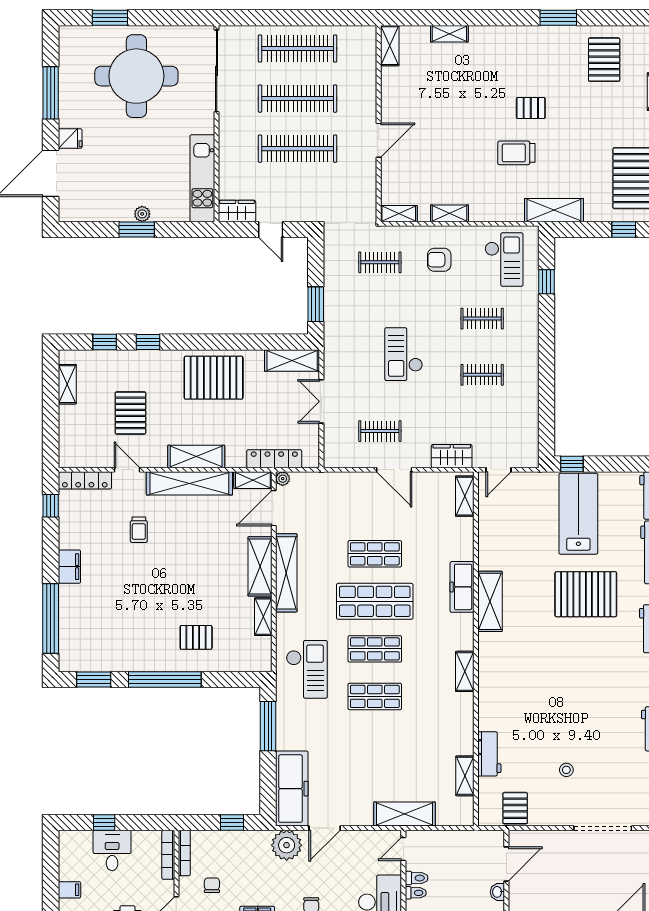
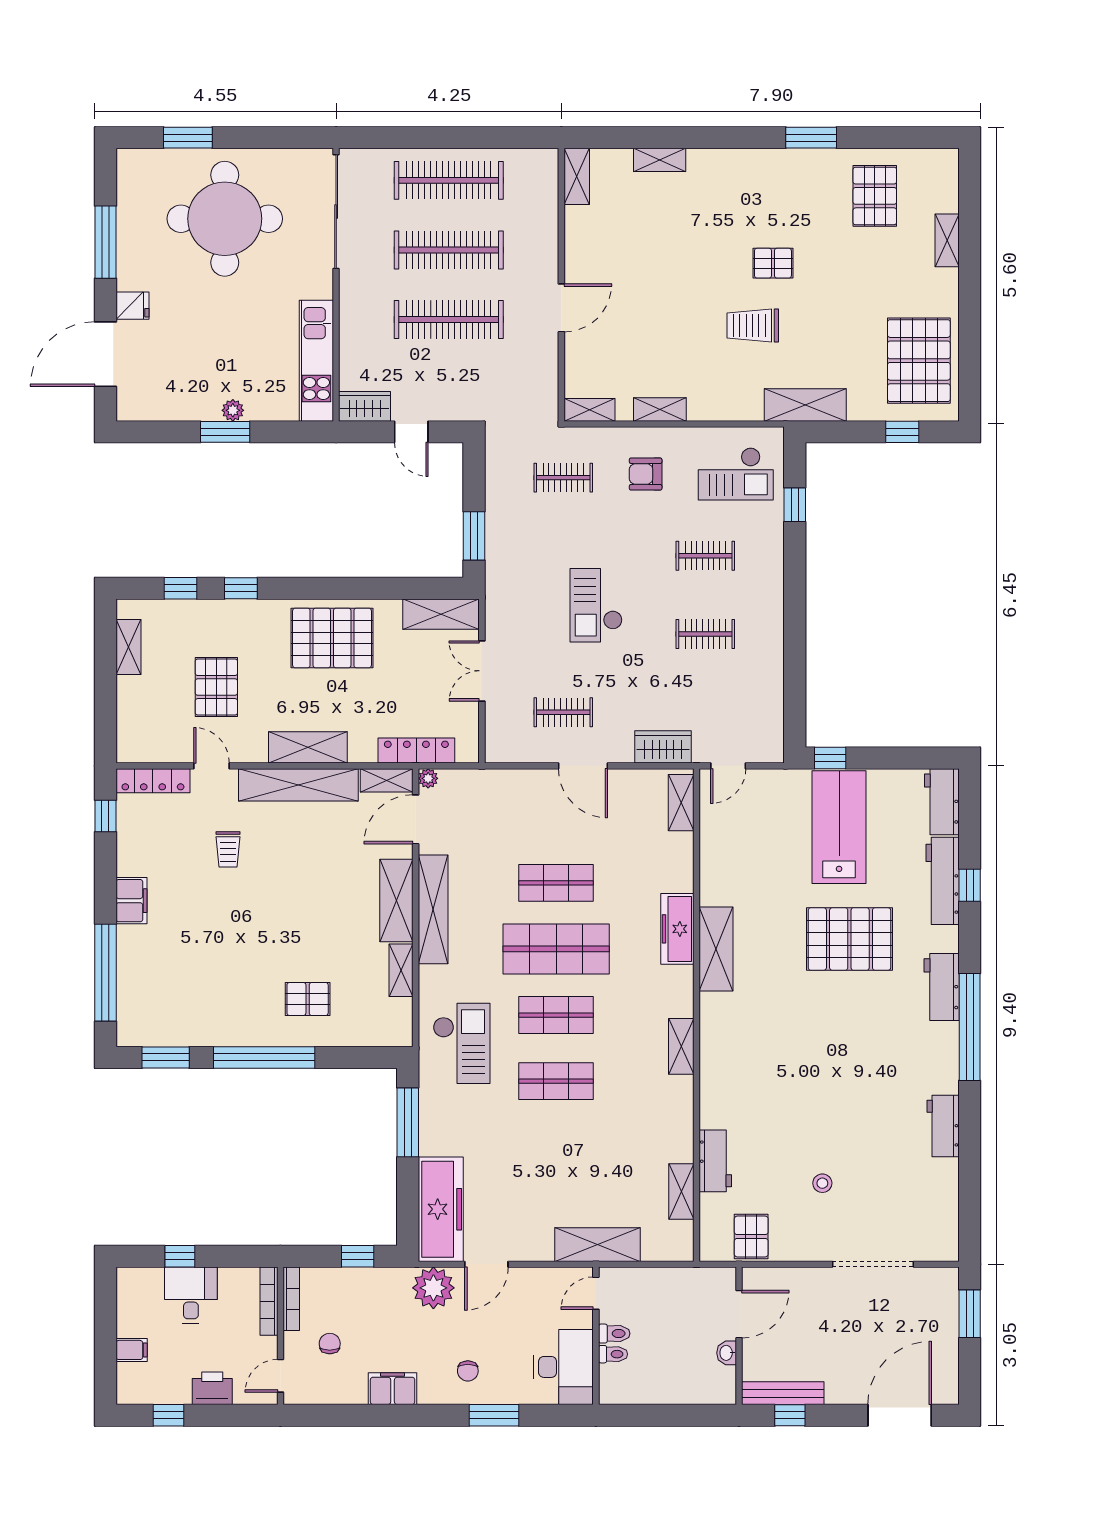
checkout: (504, 260) -> (736, 474), turned 90

